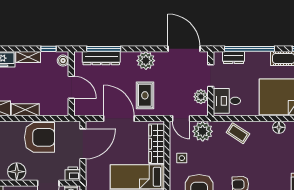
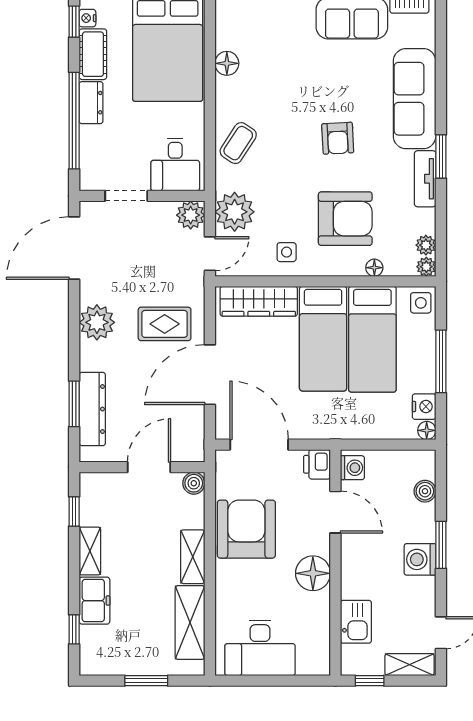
window: (104, 49) -> (74, 404), width x0.69
dresser: (233, 58) -> (91, 103), moved
boiler: (63, 61) -> (194, 483), moved
plant: (201, 97) -> (191, 215), moved

